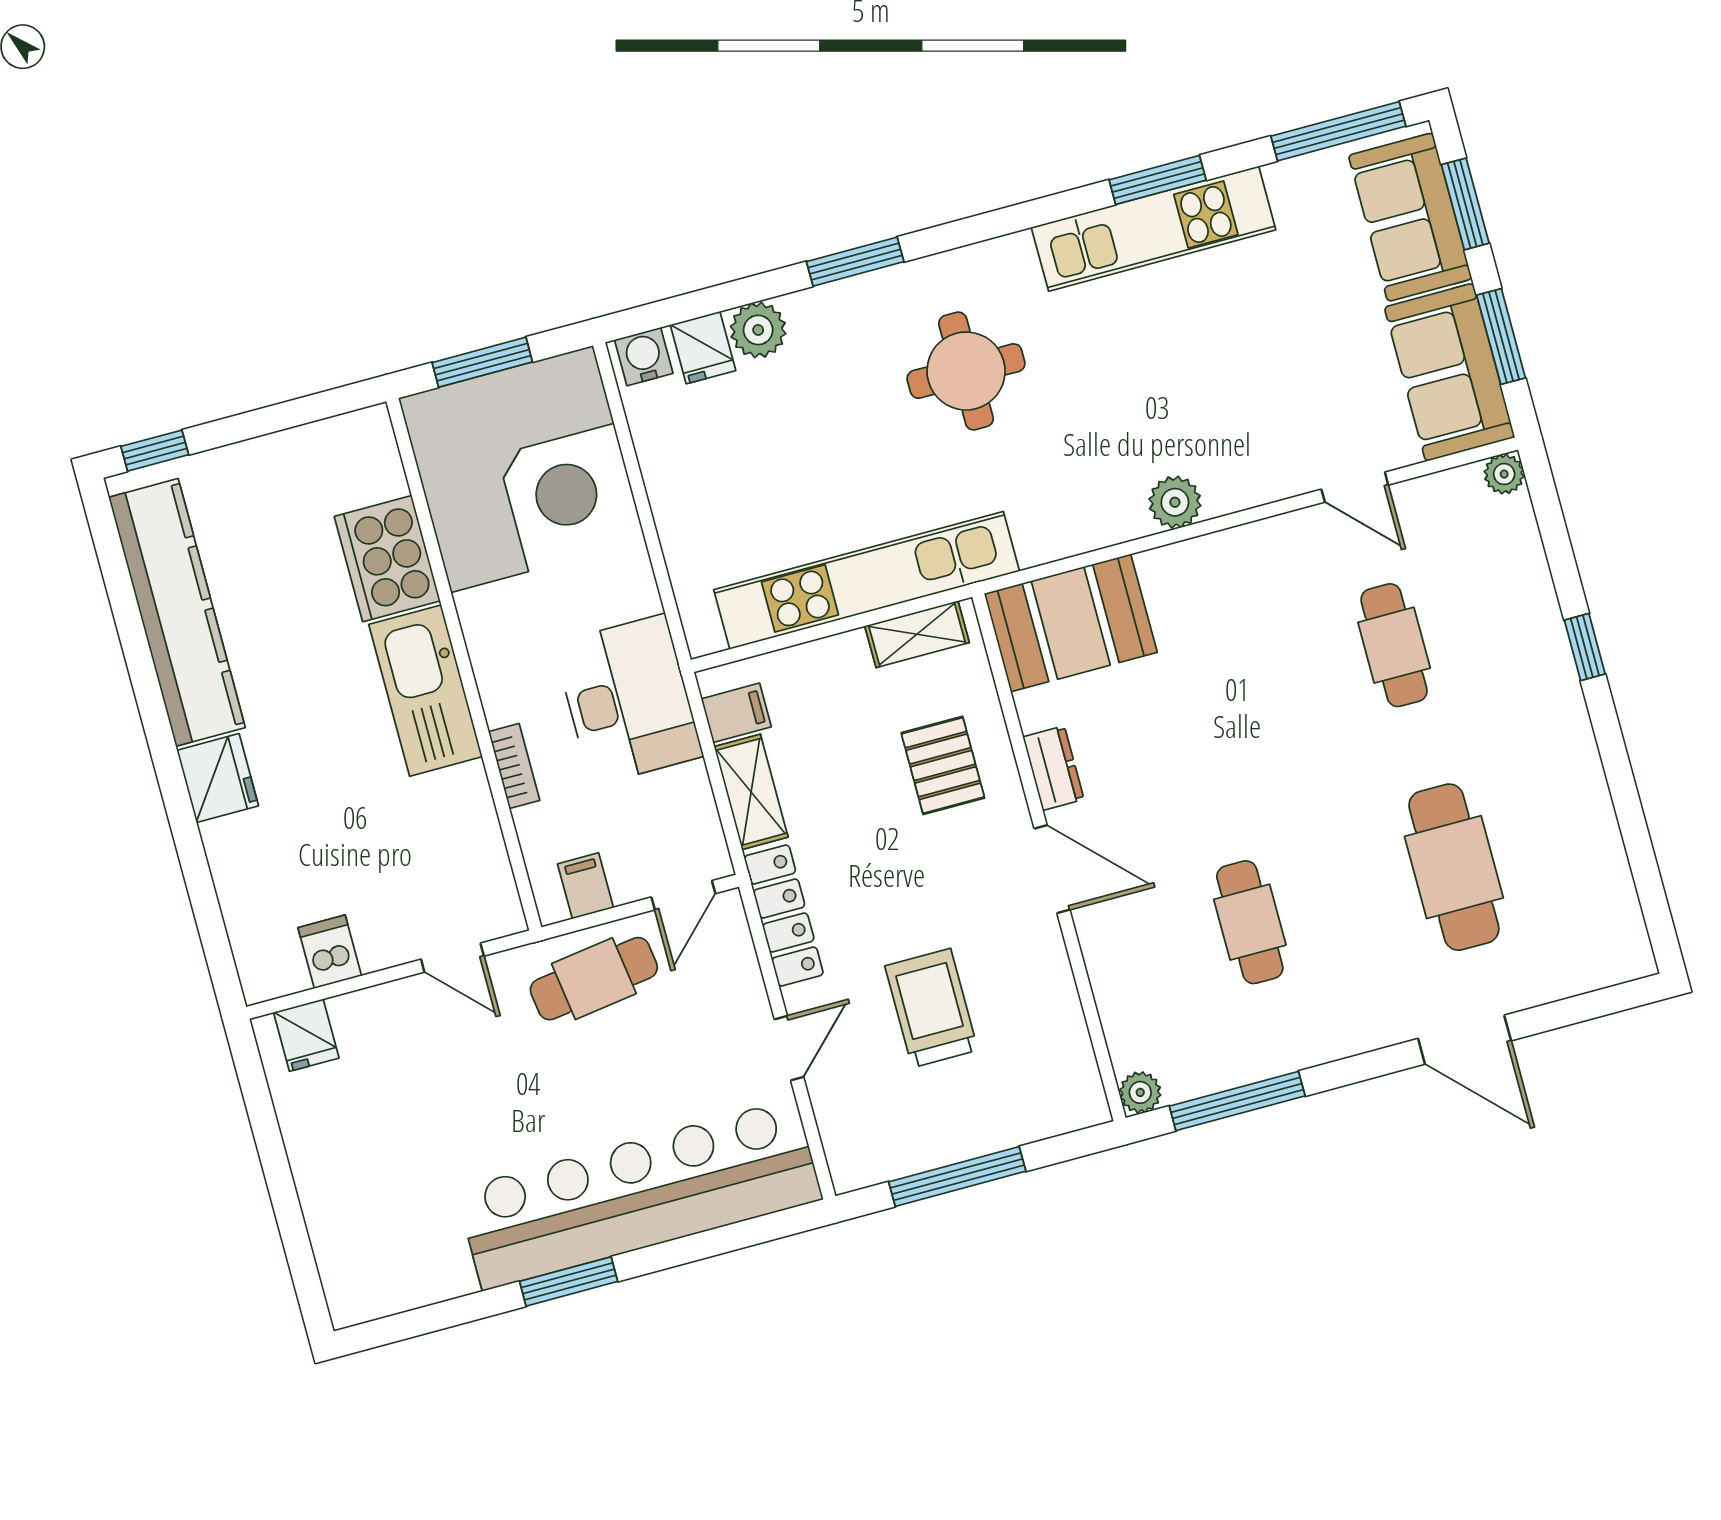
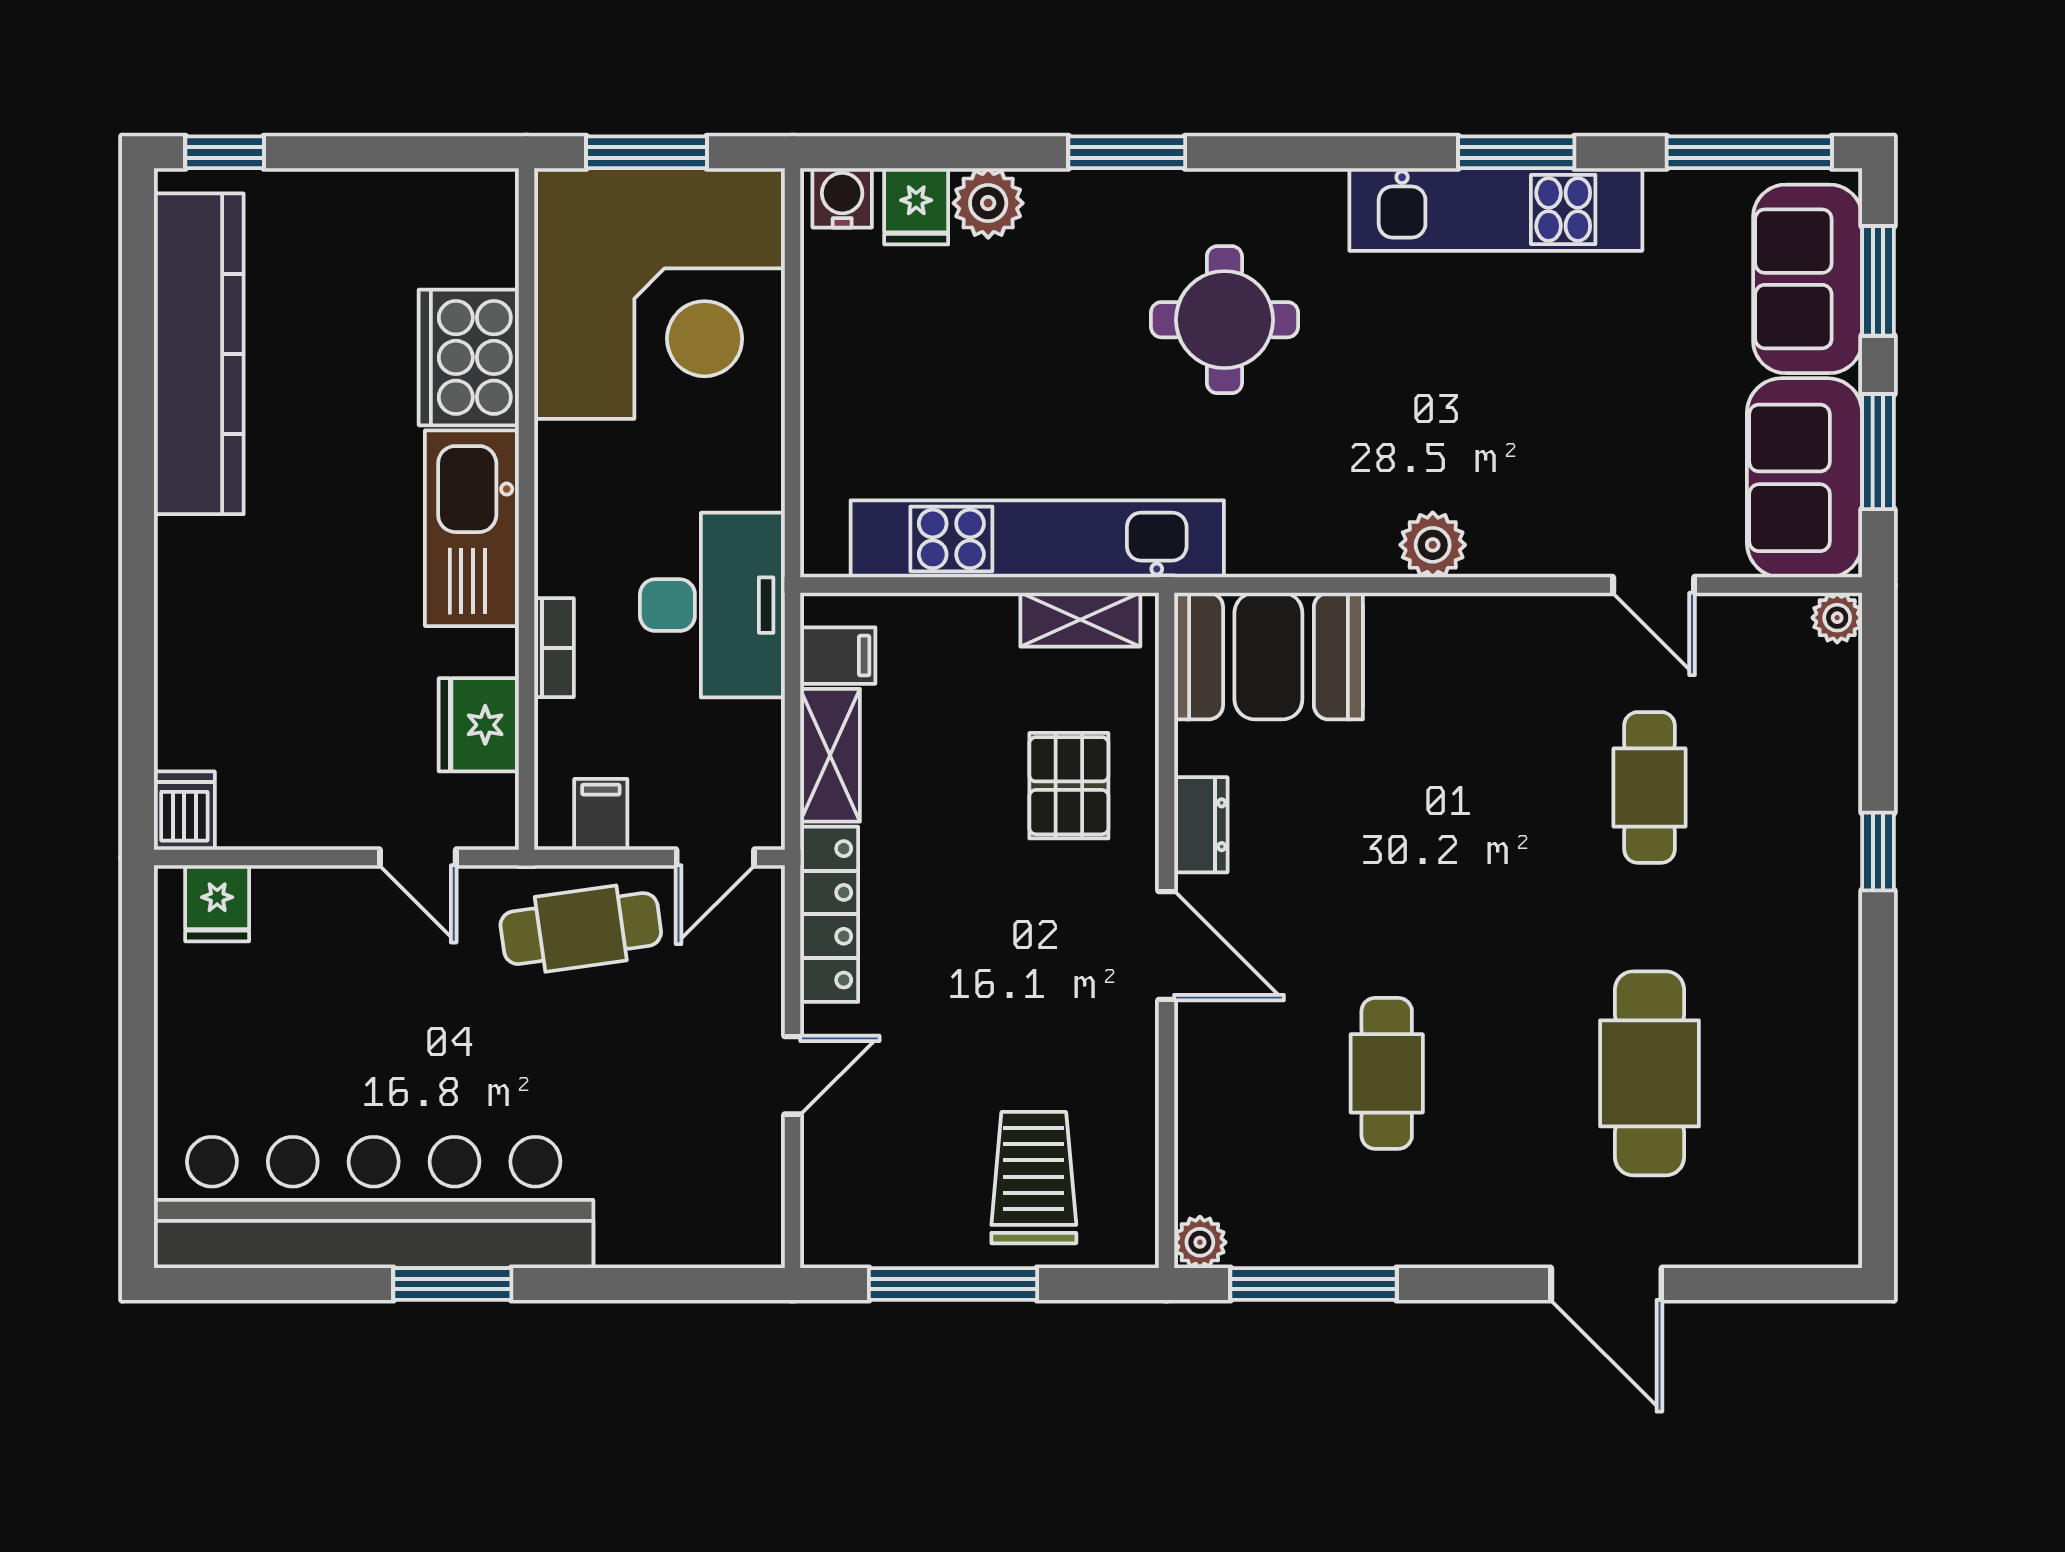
fridge: (218, 778) -> (479, 725), moved, turned 180
dishwasher: (330, 952) -> (184, 811), moved
trolley: (931, 1008) -> (1034, 1178), moved
bar counter: (639, 1194) -> (374, 1202), moved

